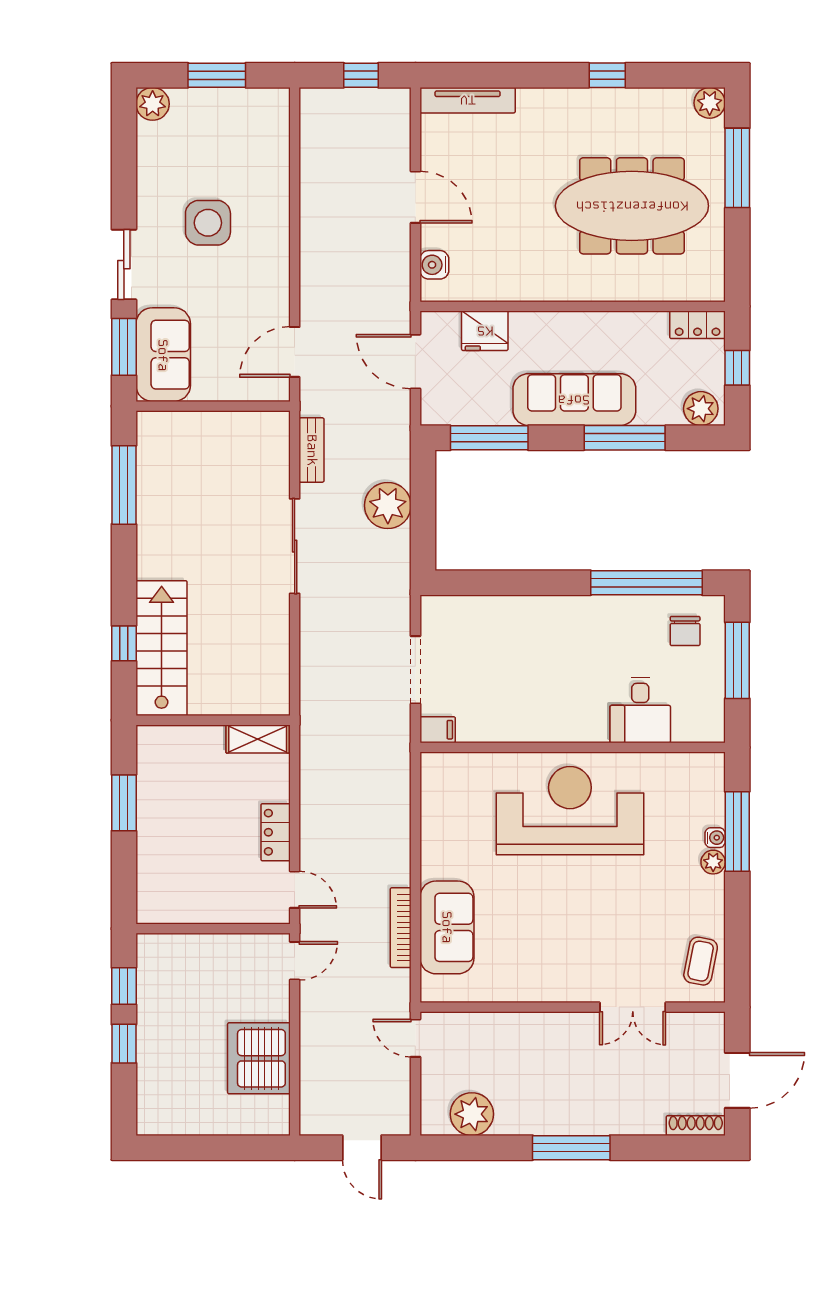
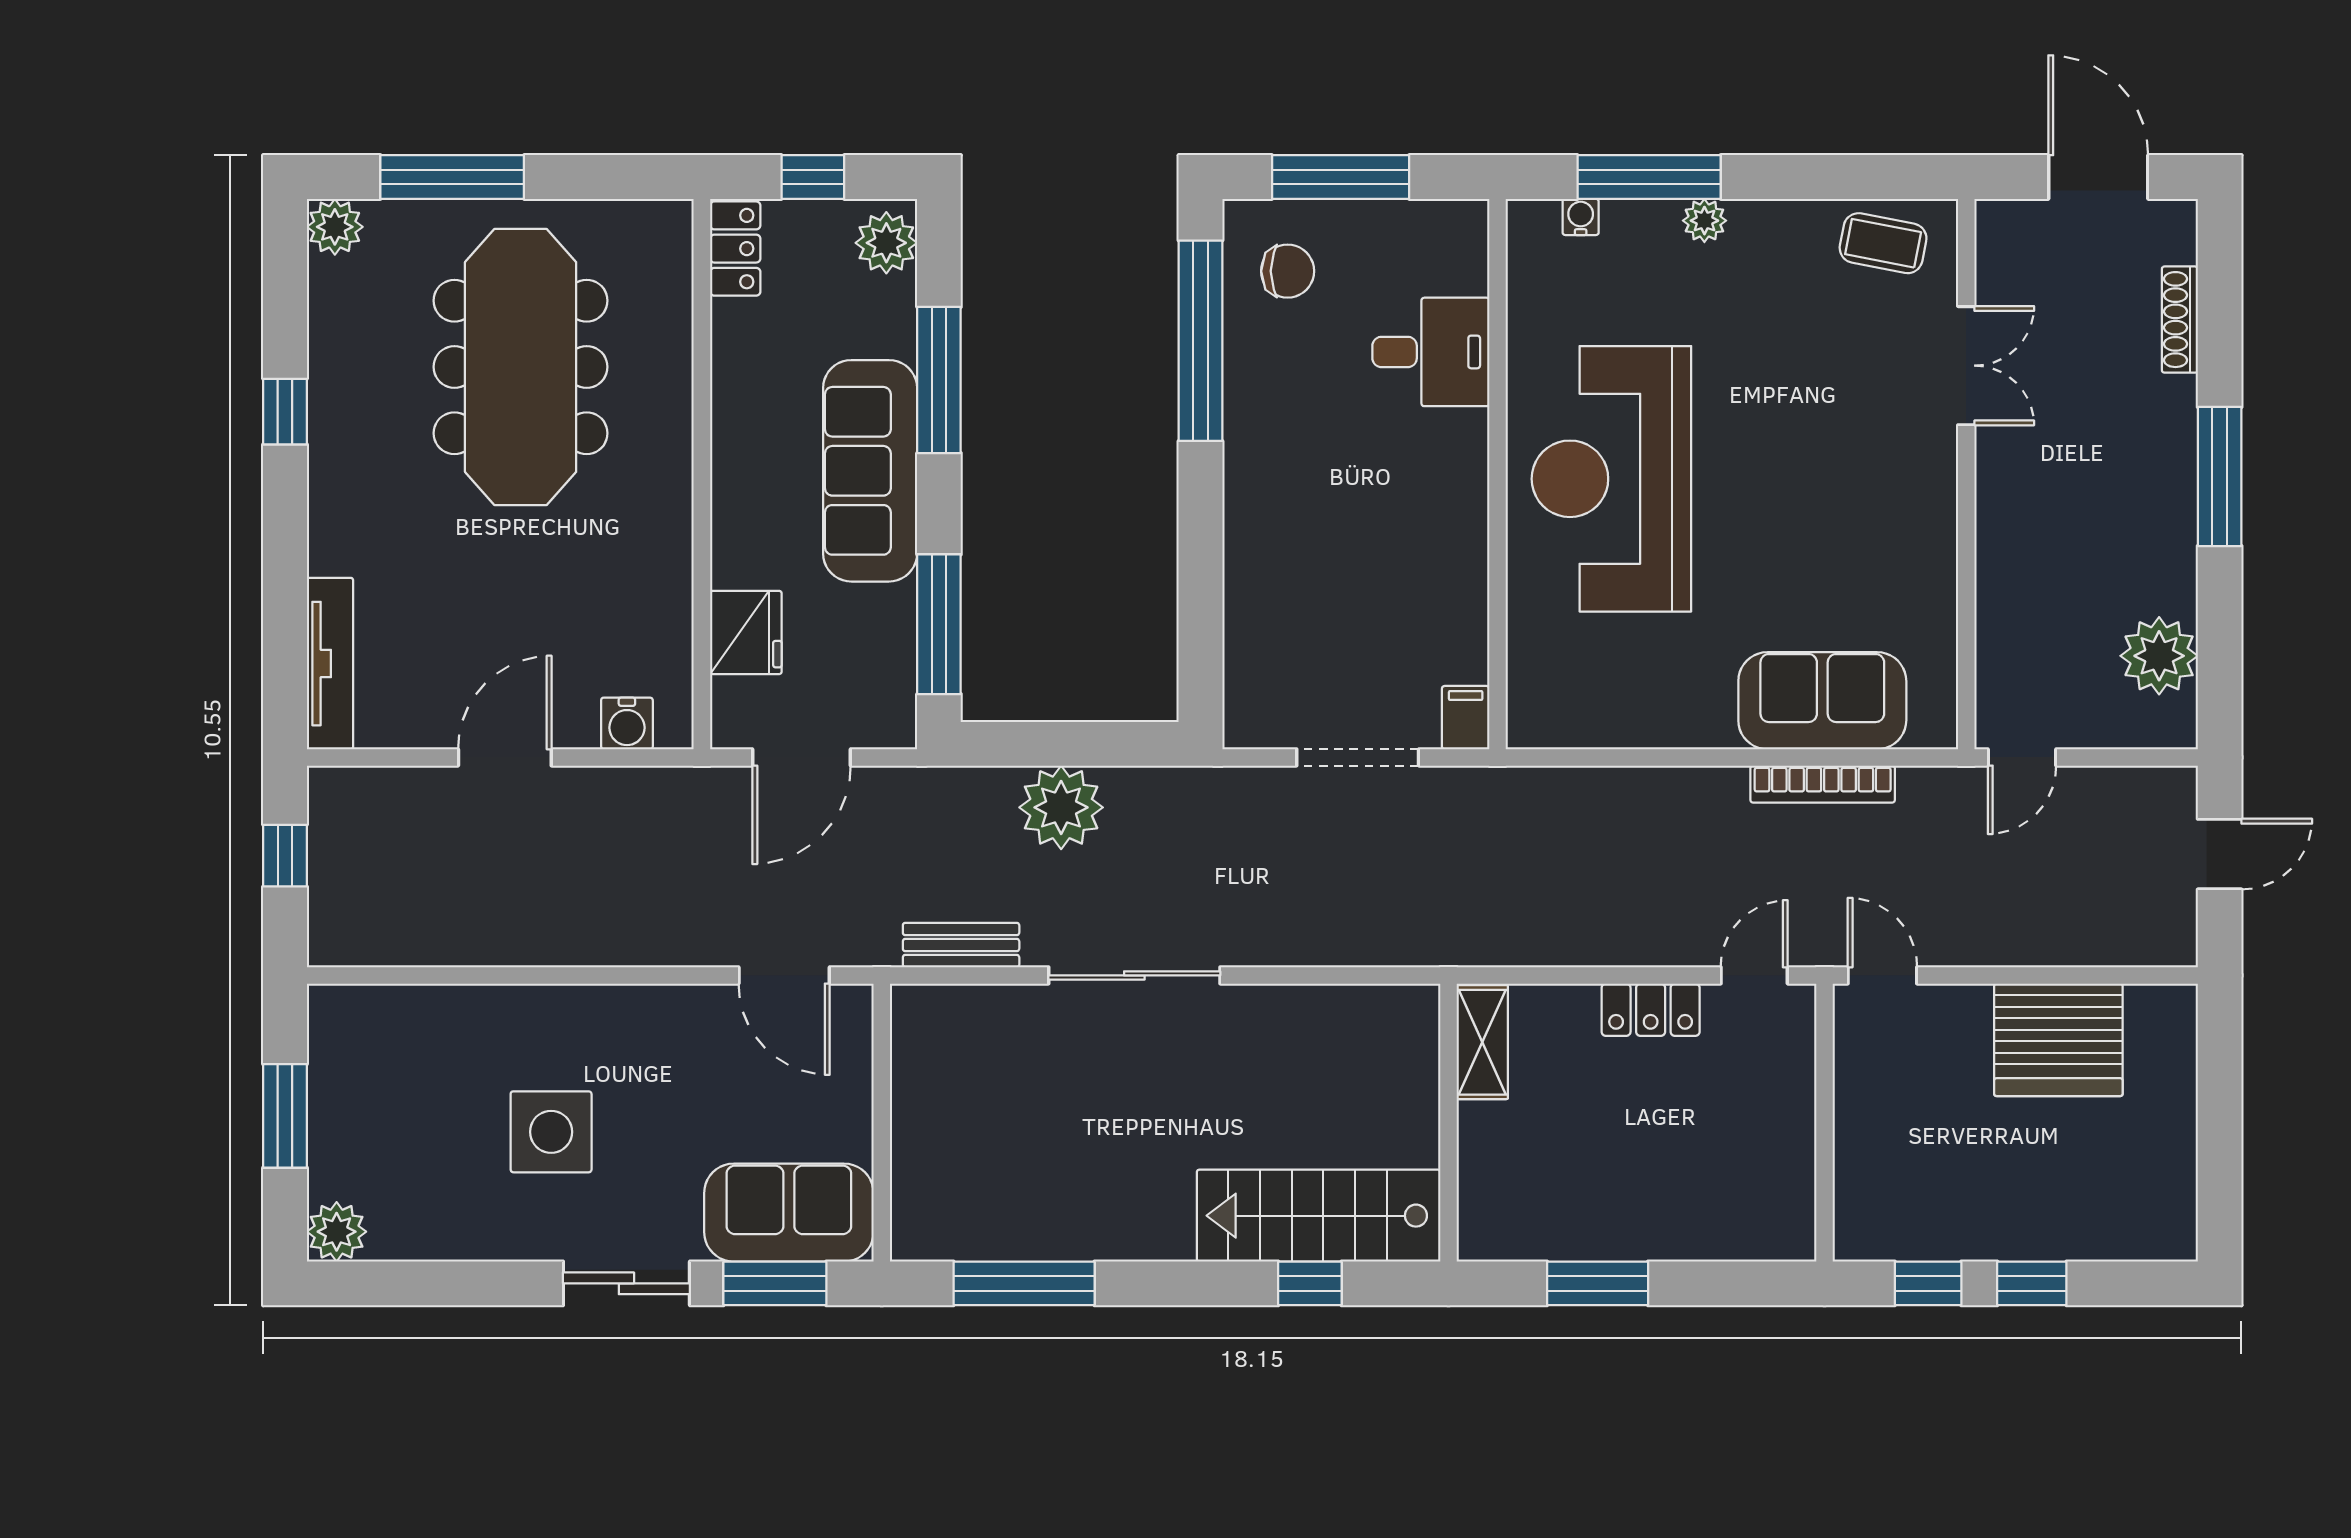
water cooler: (715, 838) -> (1581, 217), moved
shoe rack: (696, 1126) -> (2180, 320), moved

